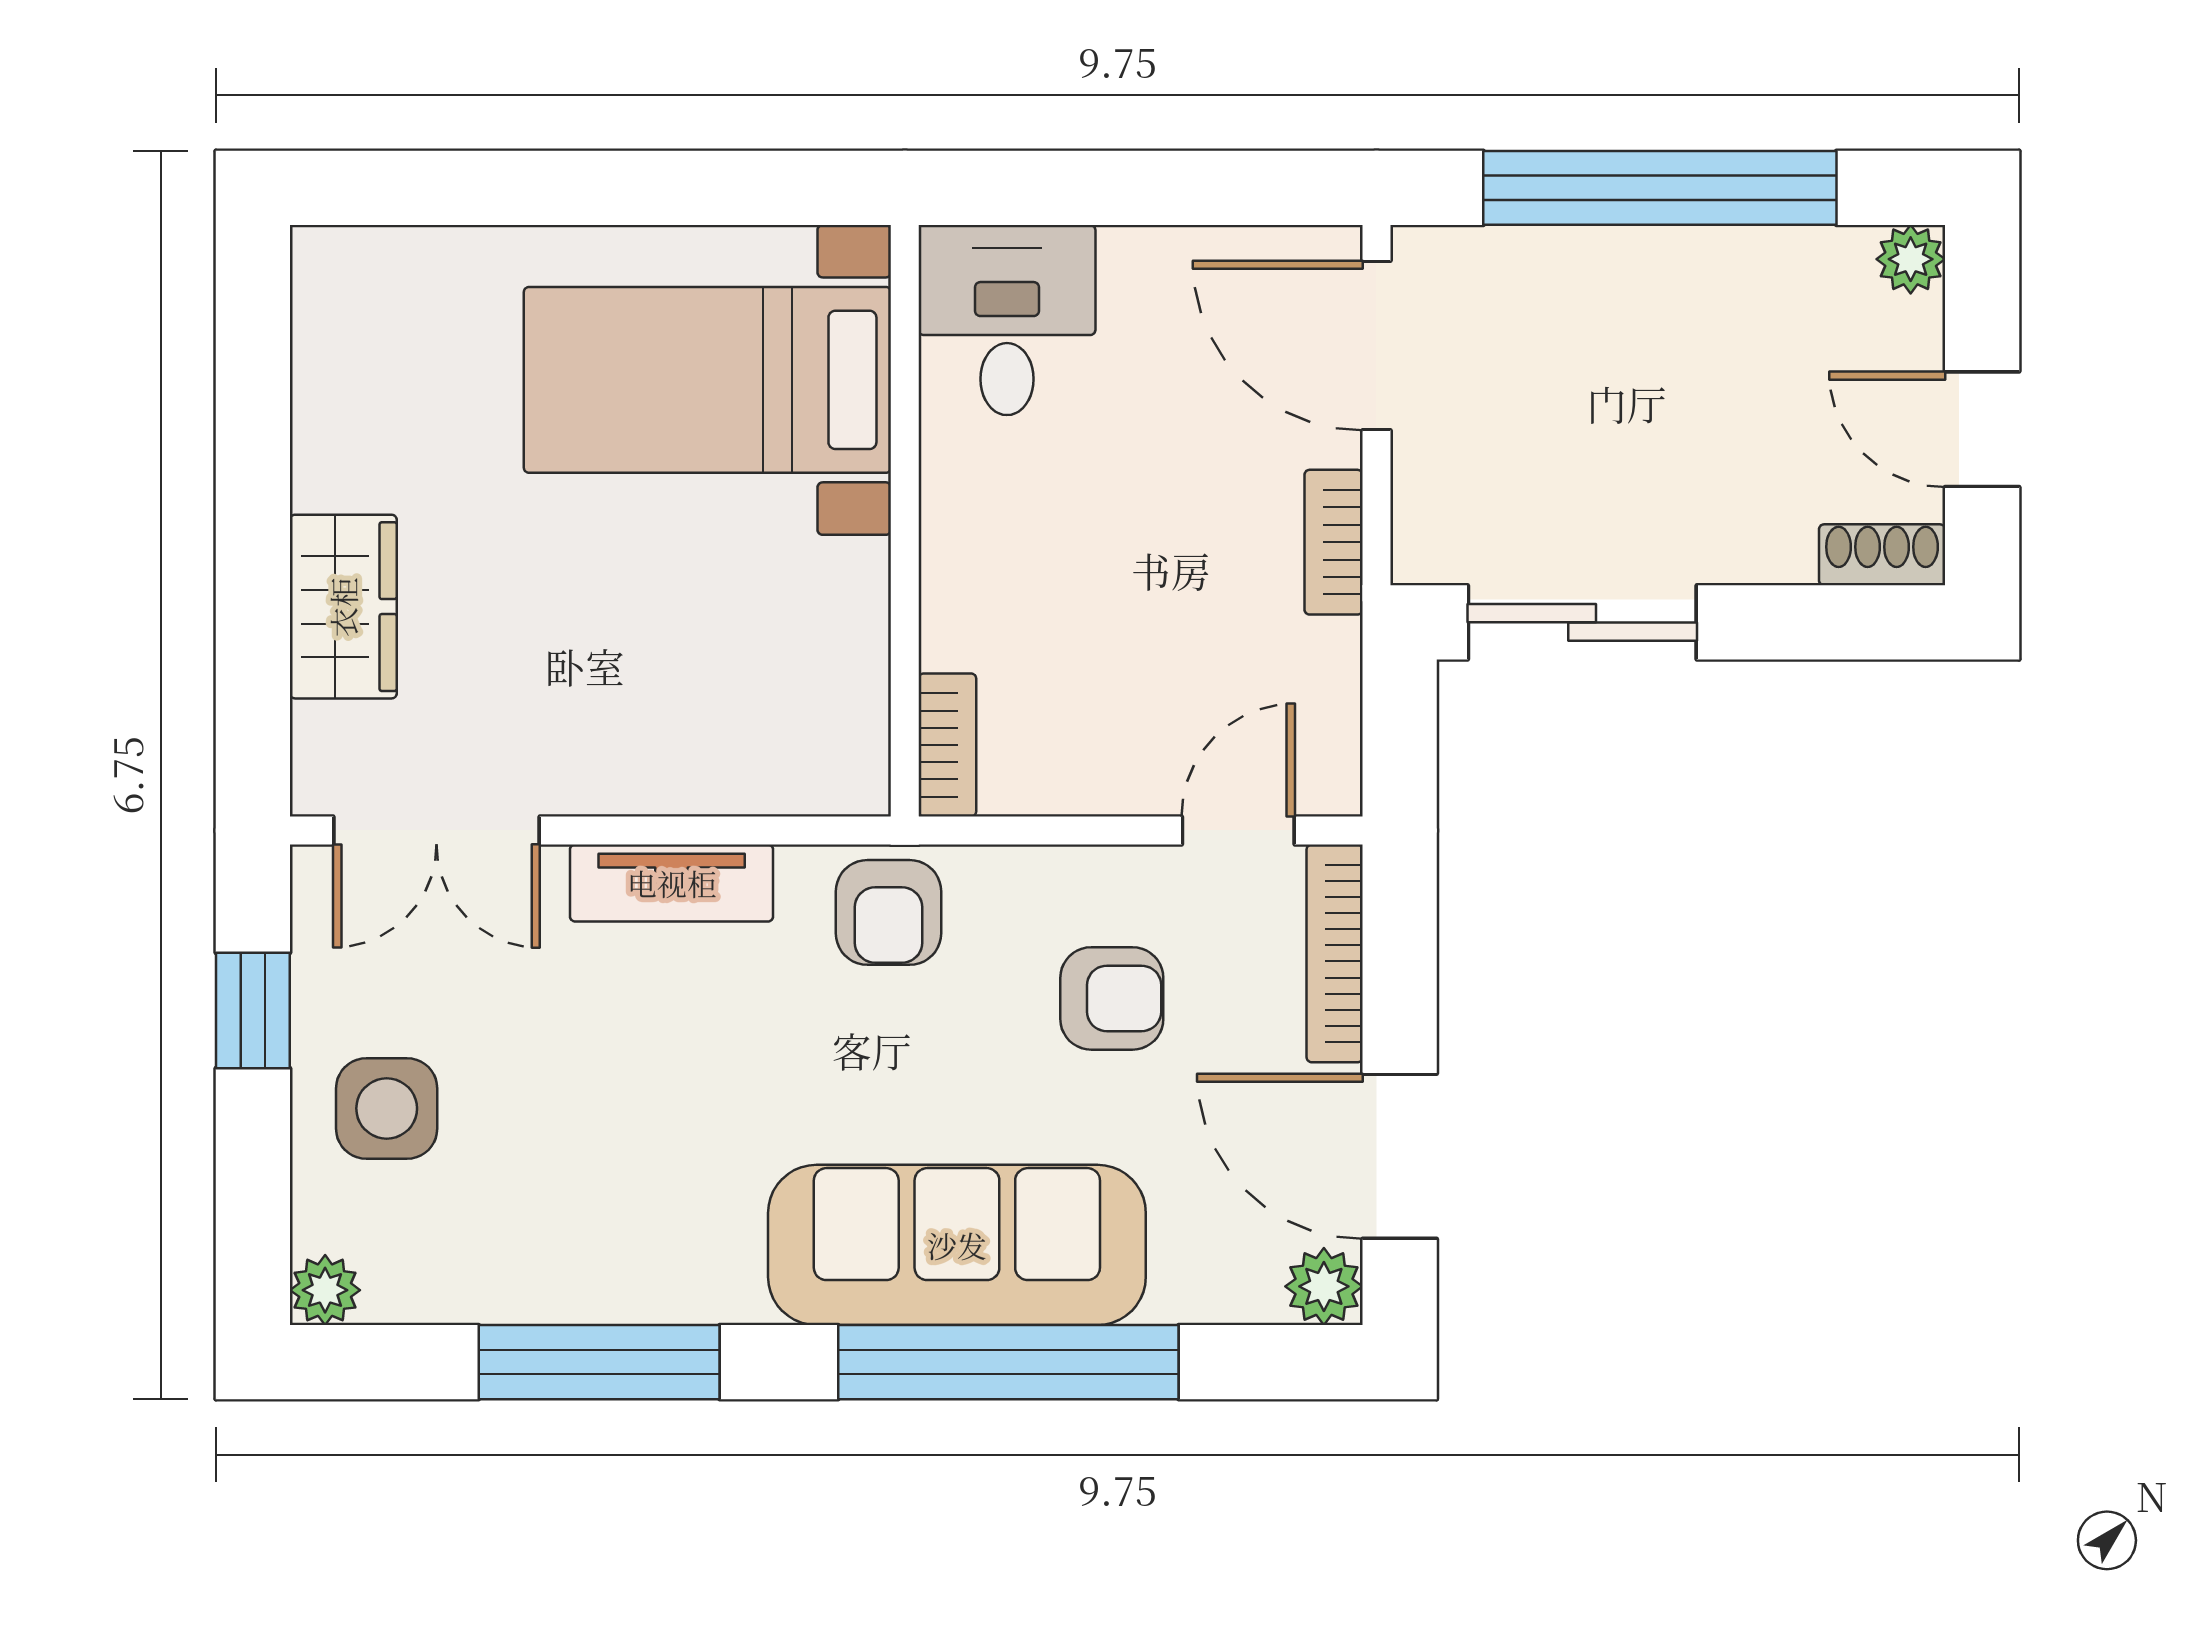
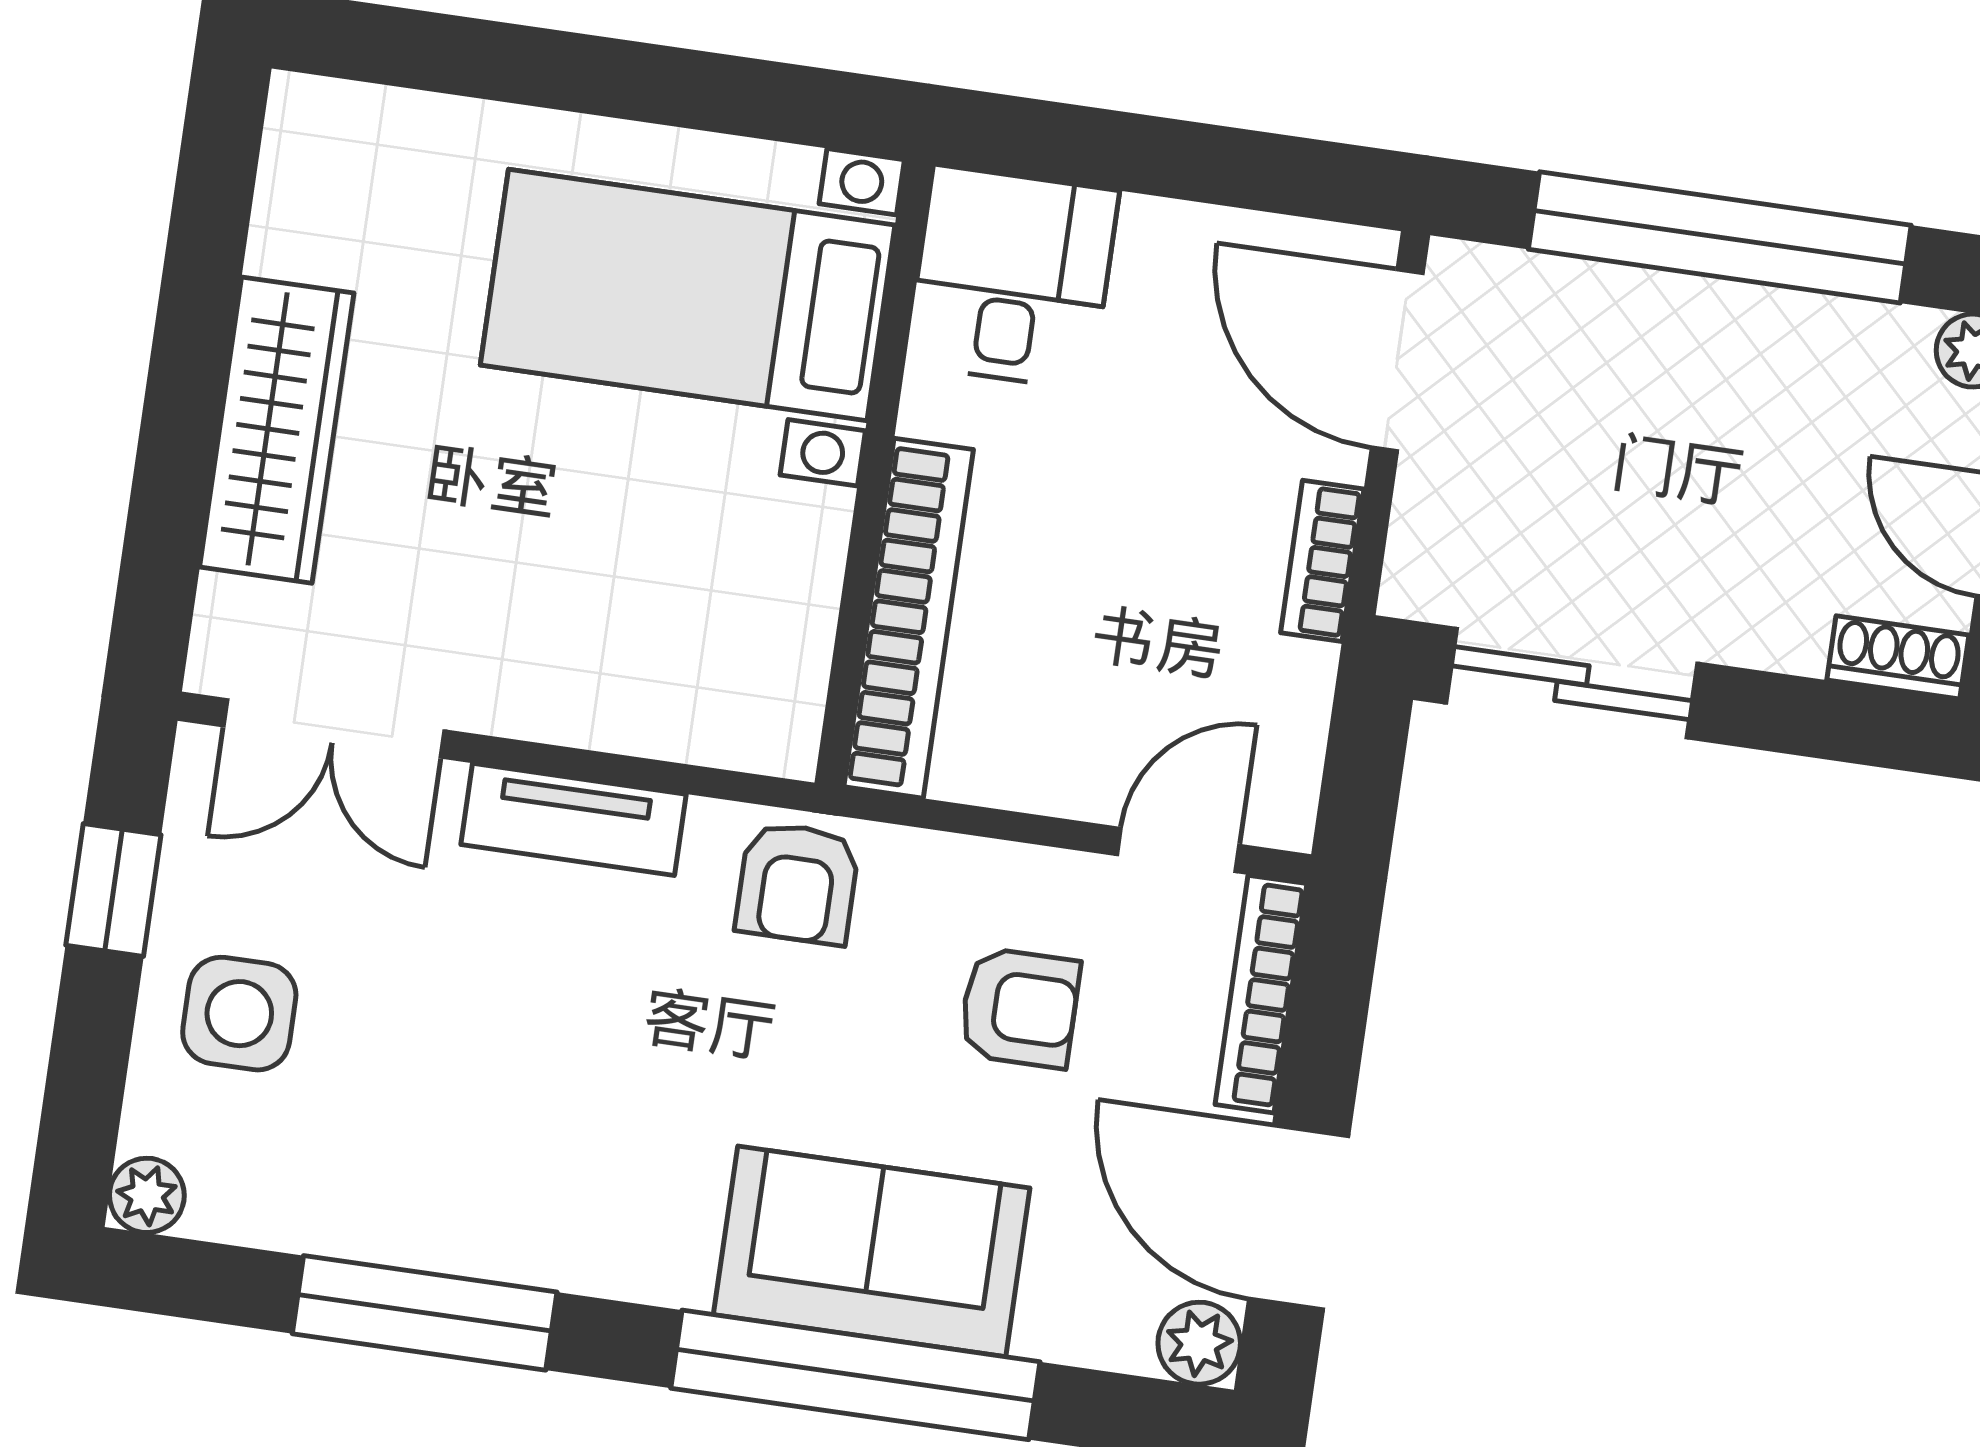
wardrobe: (343, 607) -> (277, 430), width x1.50
bookcase: (947, 745) -> (909, 618), width x2.31, depth x1.31
sofa: (957, 1245) -> (872, 1251), width x0.73

